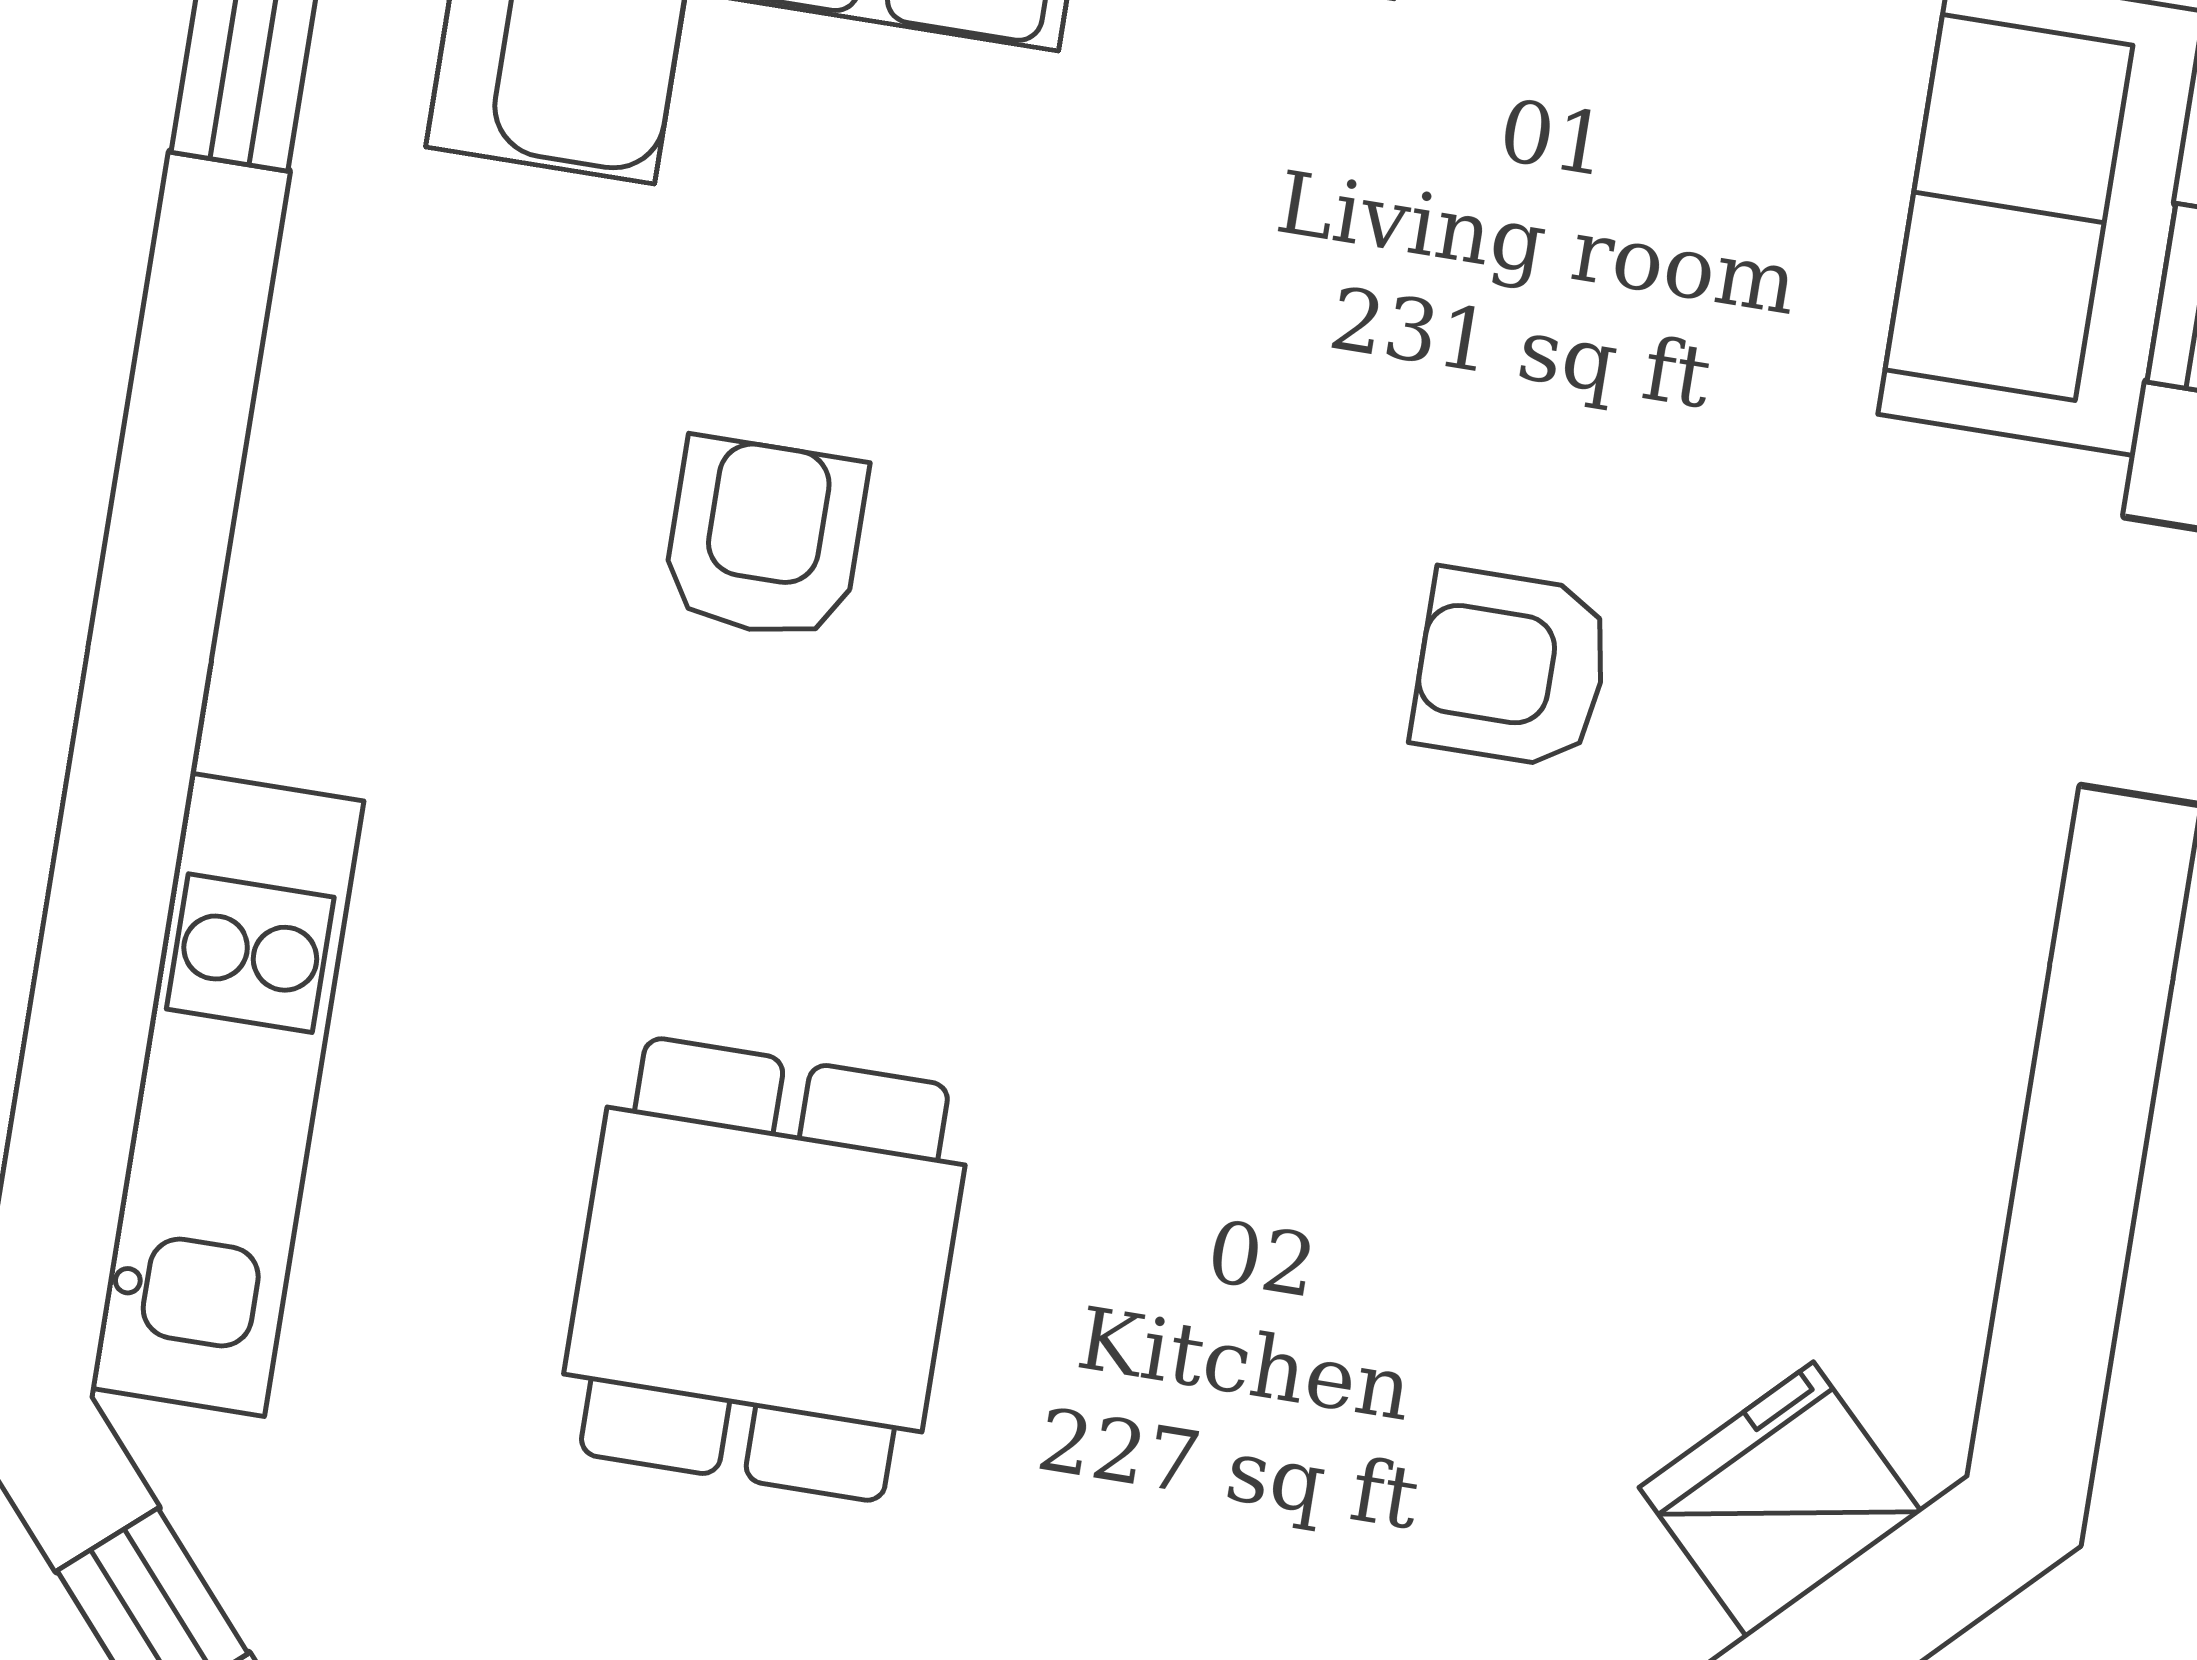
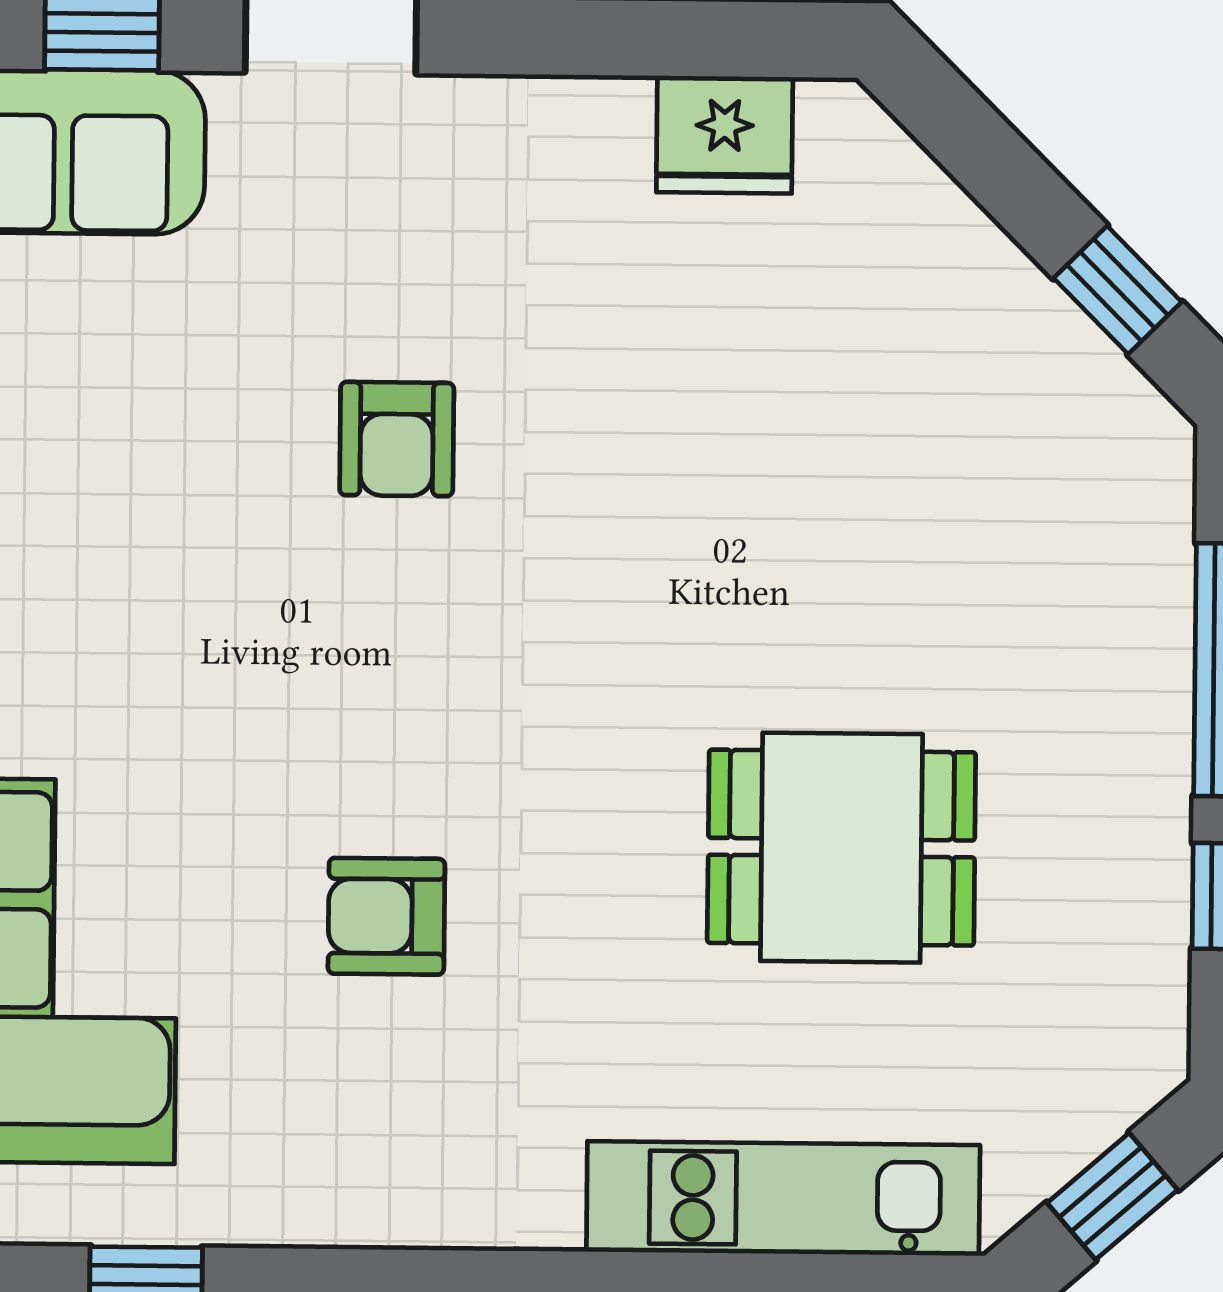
fridge: (1780, 1500) -> (725, 135), moved, turned -45

